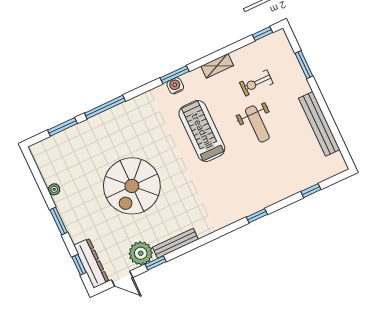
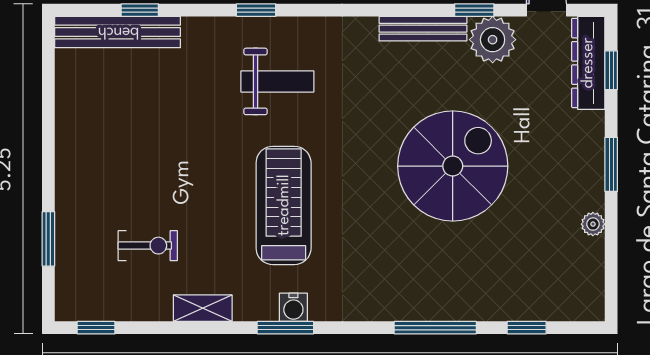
weight bench: (257, 124) -> (277, 81), moved, turned 90
bench: (319, 124) -> (118, 32), moved, turned 90
window: (63, 127) -> (527, 328), width x0.67
treadmill: (202, 131) -> (284, 205), turned 180

